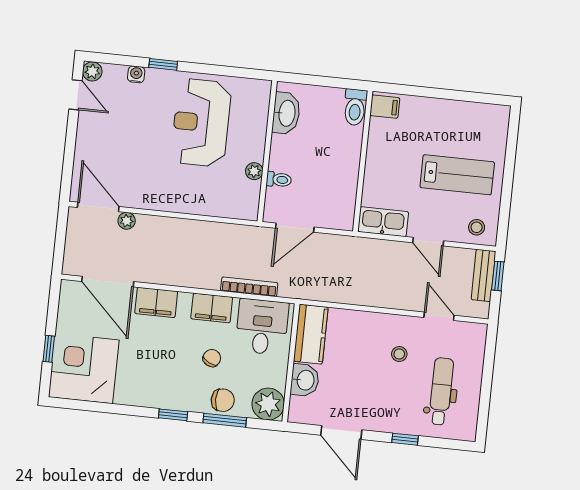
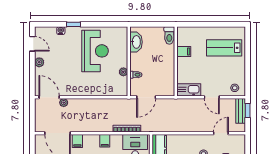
plant: (92, 71) -> (39, 62), moved
filing cabinet: (385, 107) -> (184, 51), moved
reception desk: (201, 123) -> (95, 51), turned 180
lab bench: (457, 175) -> (224, 48), moved, turned 180
filing cabinet: (156, 302) -> (77, 141), width x0.50
filing cabinet: (212, 308) -> (105, 141), width x0.50
door: (439, 316) -> (221, 133), hinge flipped

